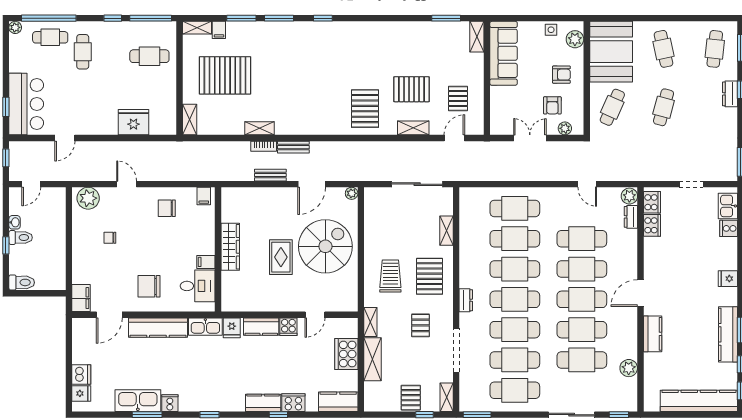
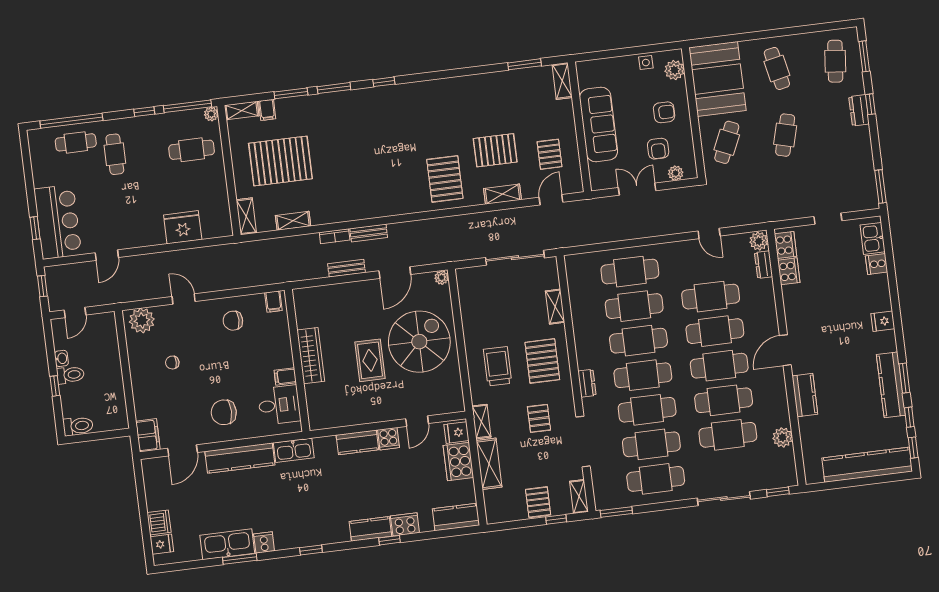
plant: (15, 27) -> (211, 114), moved
sofa: (504, 53) -> (599, 124), moved
shelving: (259, 128) -> (293, 221), moved
fridge: (232, 328) -> (456, 433), moved, turned 90

